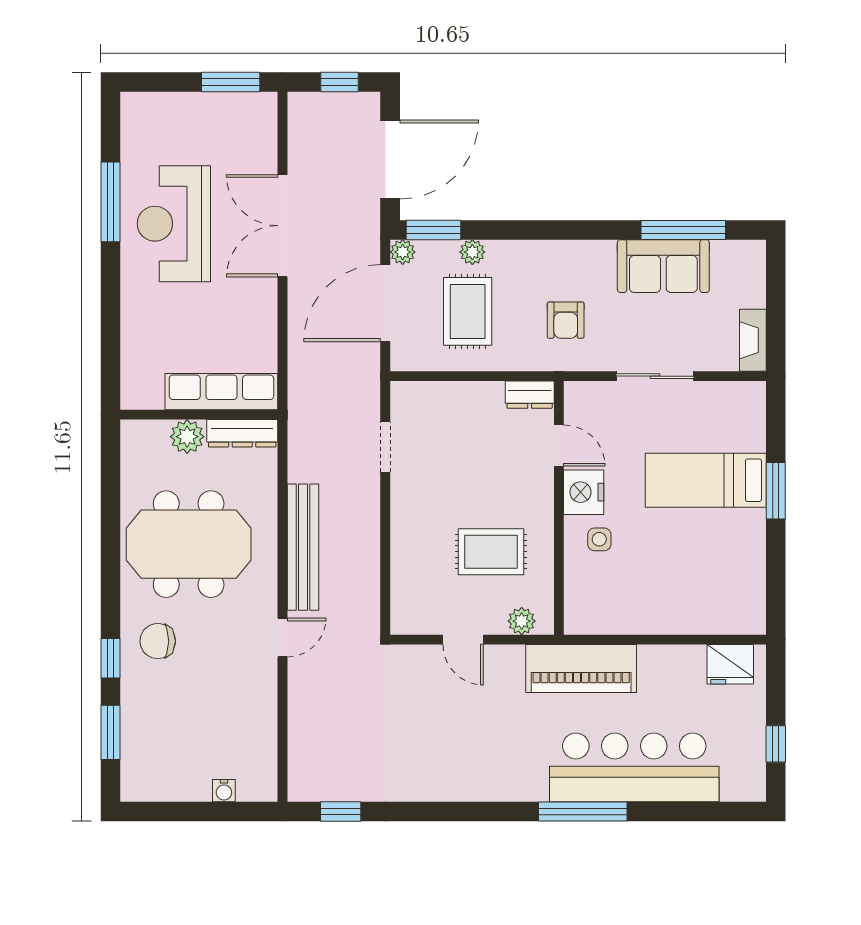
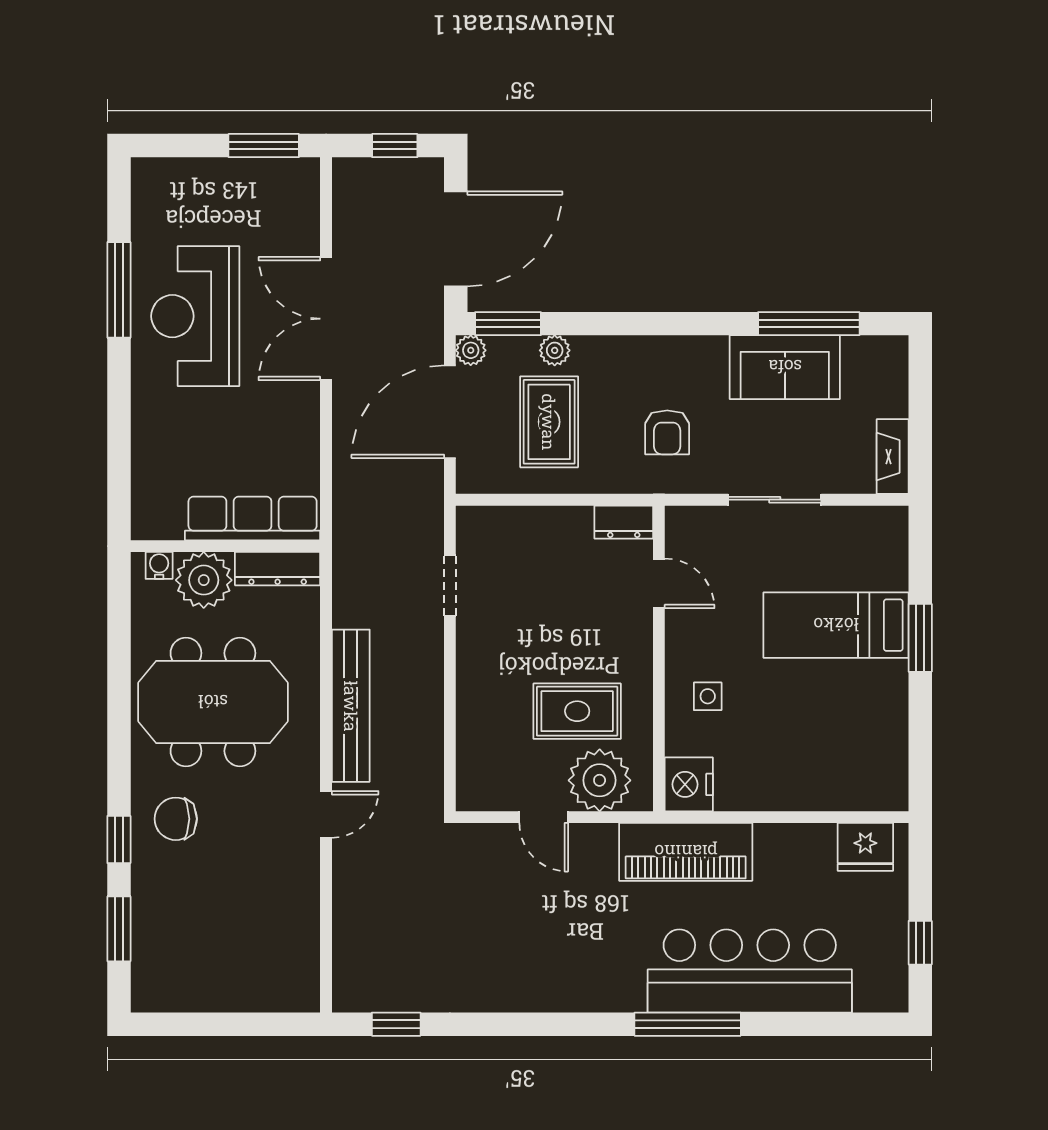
plant: (187, 437) -> (204, 580), width x1.36, depth x1.36
nightstand: (584, 492) -> (689, 784), moved
plant: (522, 621) -> (600, 780), width x1.87, depth x1.87
water cooler: (224, 791) -> (159, 565), moved, turned 180

